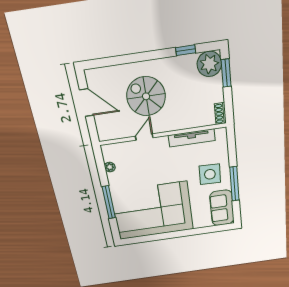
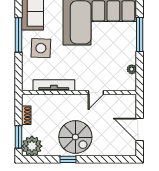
window: (186, 50) -> (68, 159), moved
spiral stairs: (146, 96) -> (75, 137), moved
shoe rack: (220, 114) -> (26, 115), moved

